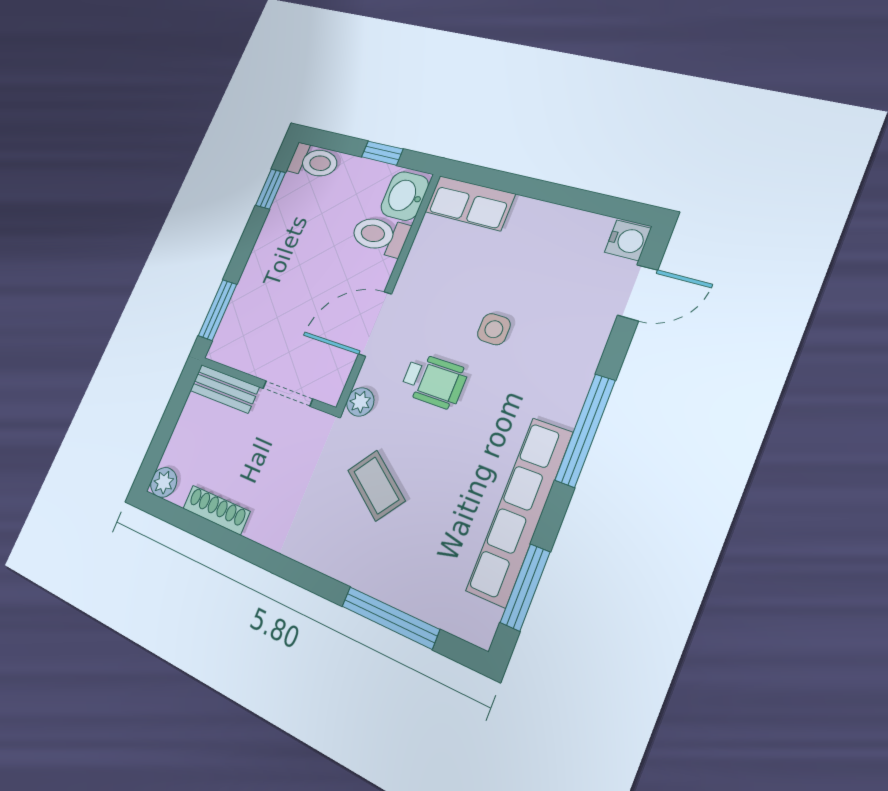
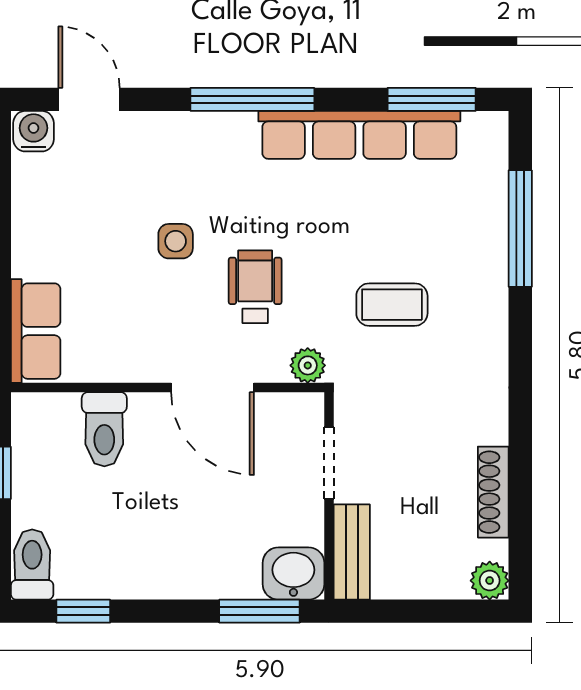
washbasin: (405, 196) -> (293, 574), moved, turned 180
coffee table: (376, 485) -> (392, 305), turned 54

